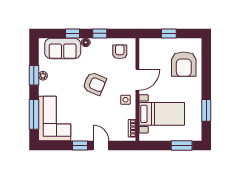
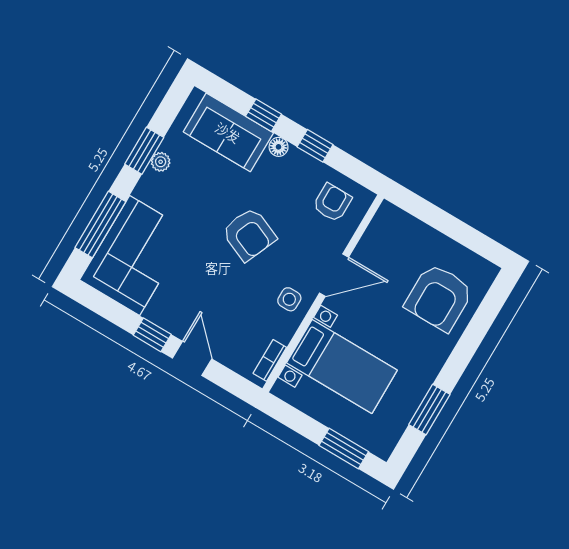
window: (169, 33) -> (445, 223), removed

